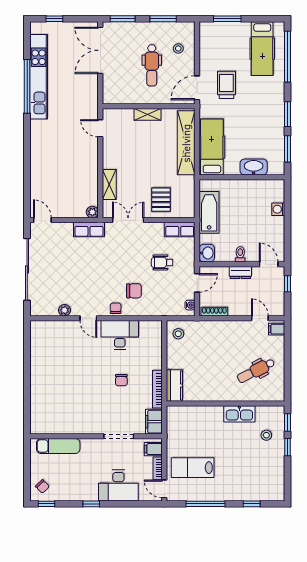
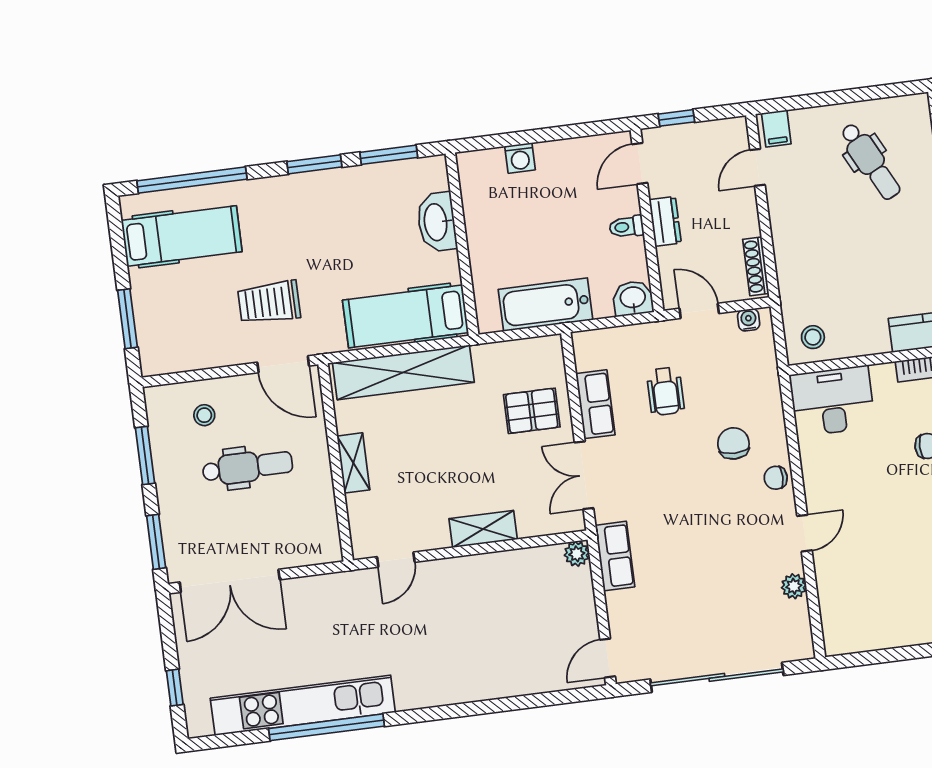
shelving: (109, 184) -> (483, 529), moved
row of seats: (180, 229) -> (595, 404), moved
desk: (120, 335) -> (832, 401), moved, turned 90

